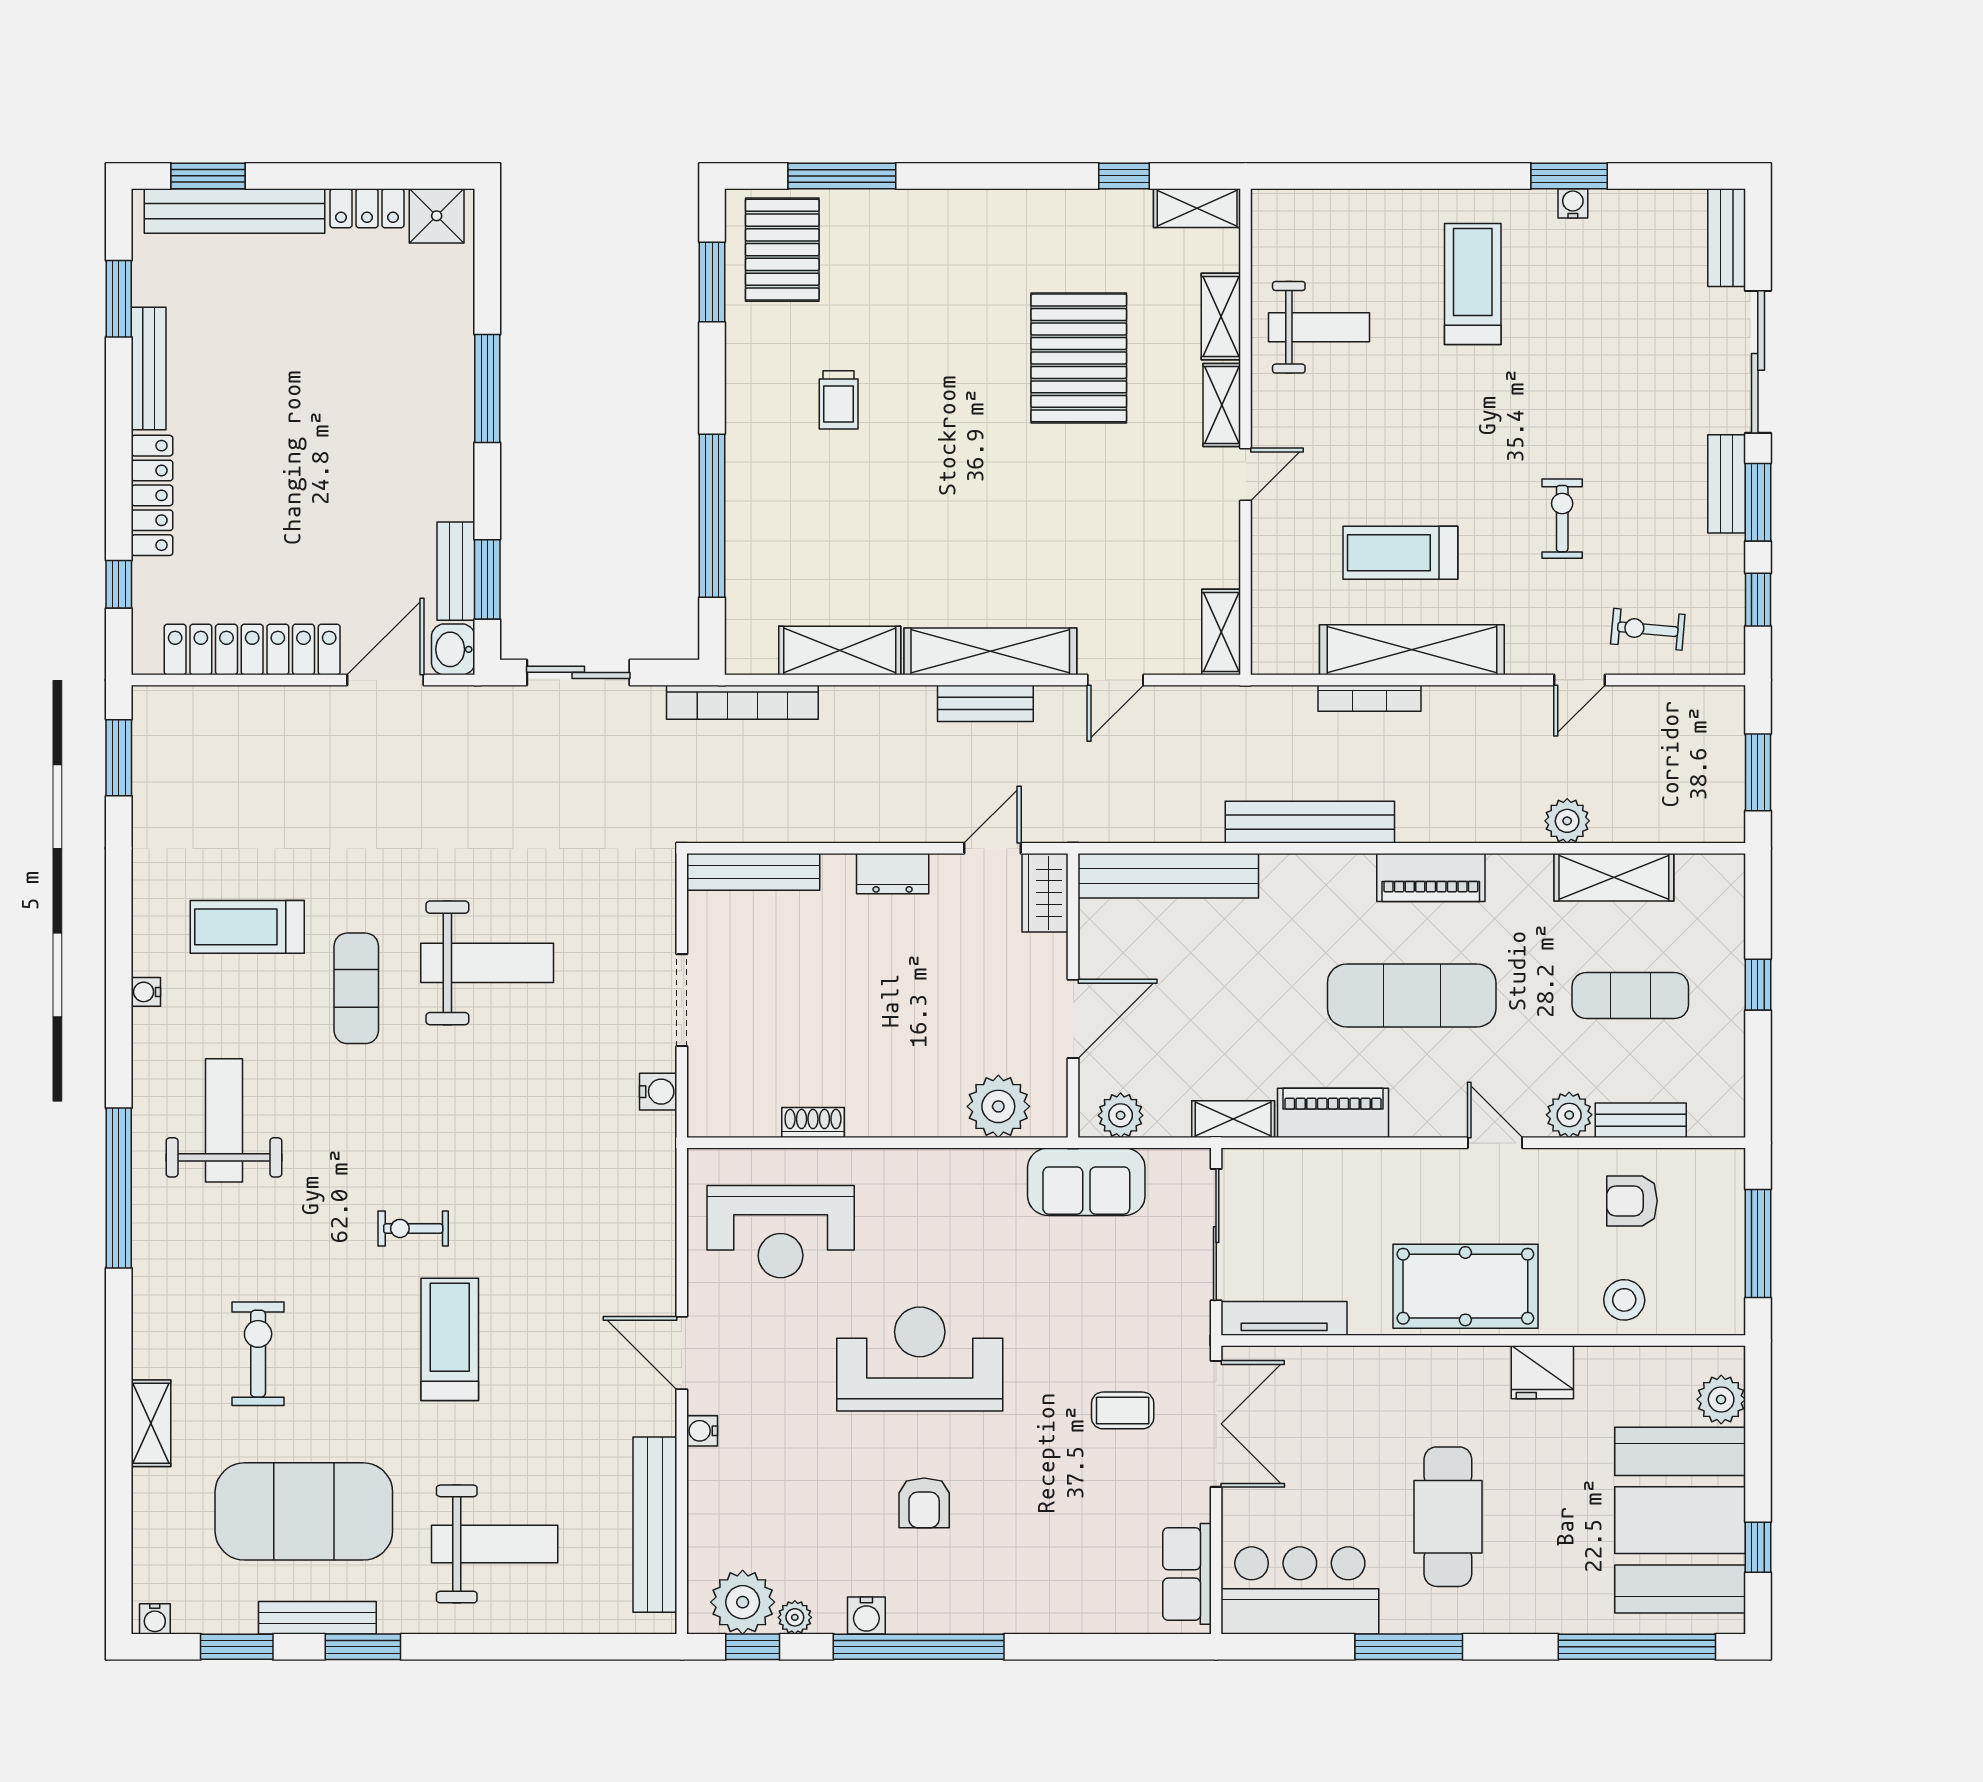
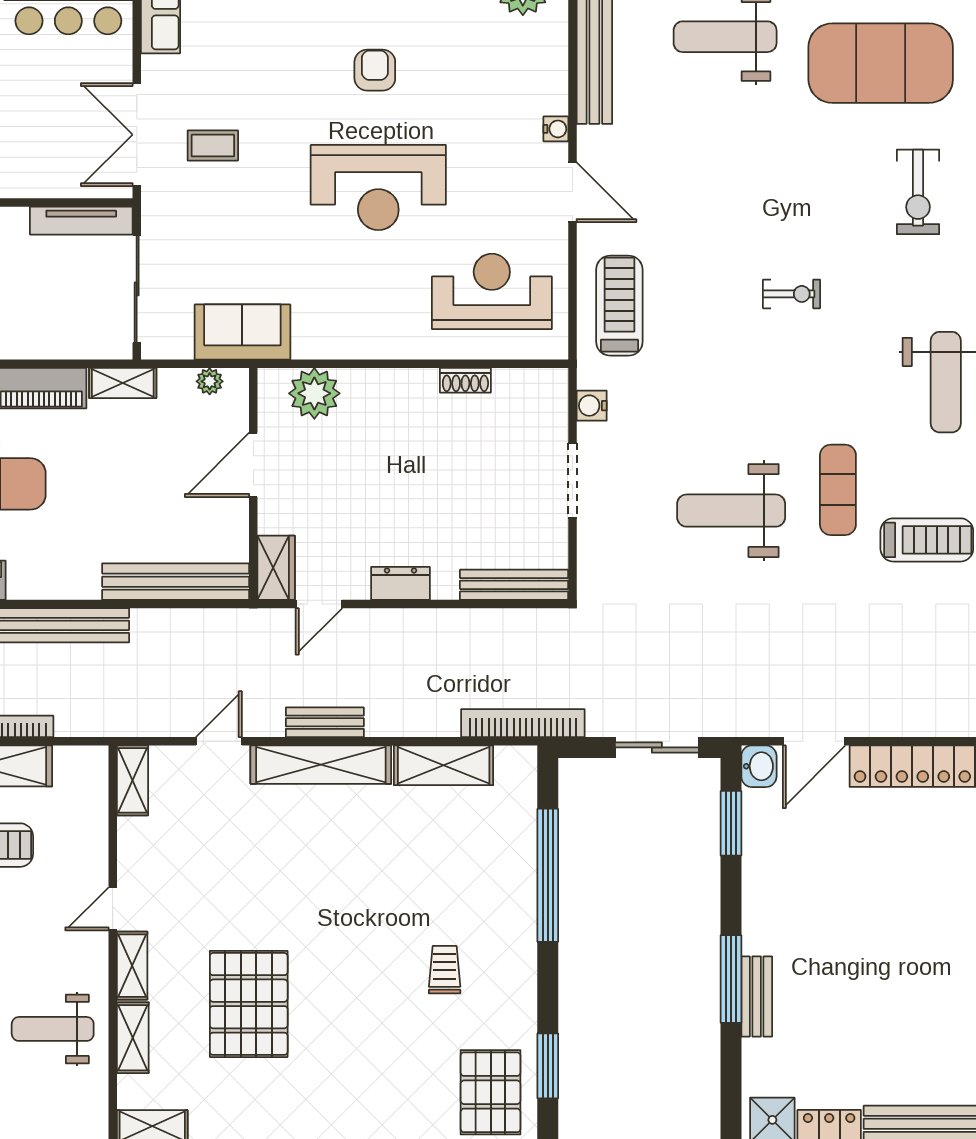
bench: (456, 571) -> (757, 997), moved
plant: (1121, 1115) -> (210, 381), width x0.73, depth x0.73
treadmill: (450, 1339) -> (619, 306), moved, turned 180

